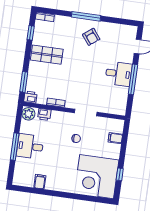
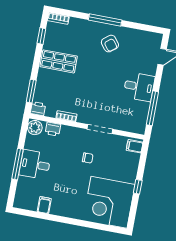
window: (133, 79) -> (152, 108), moved
filing cabinet: (115, 138) -> (135, 146), moved
window: (120, 174) -> (138, 187), moved

